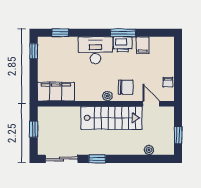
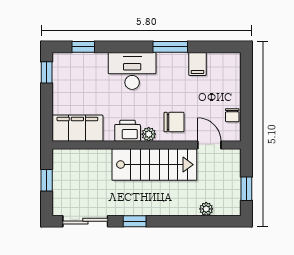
printer: (123, 44) -> (128, 131), moved, turned 180

